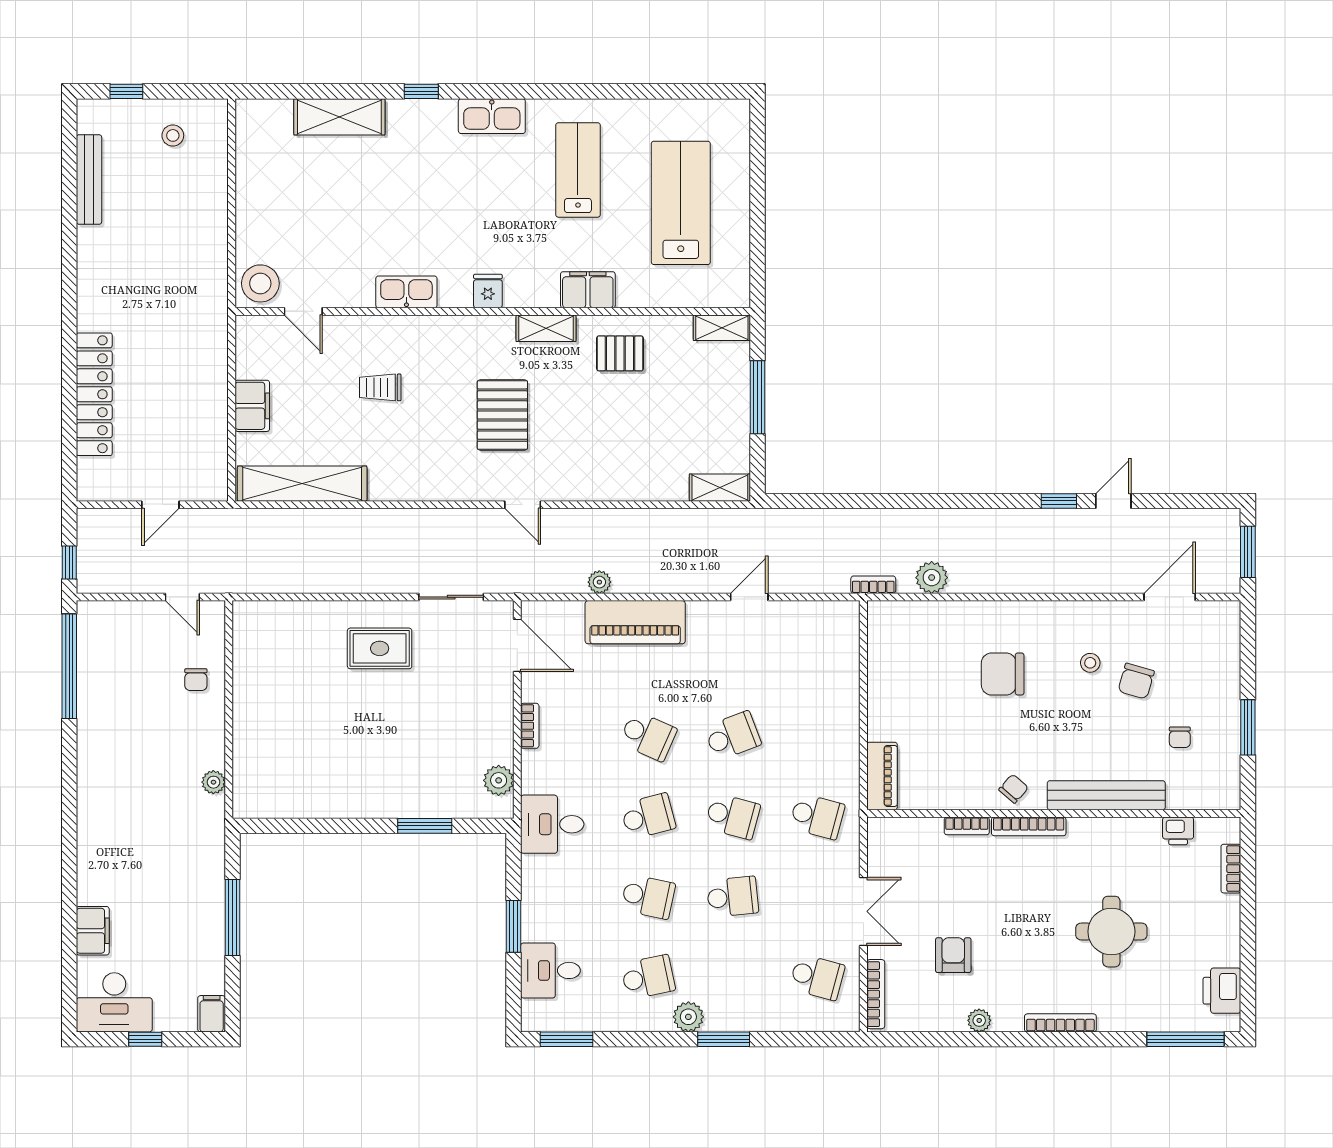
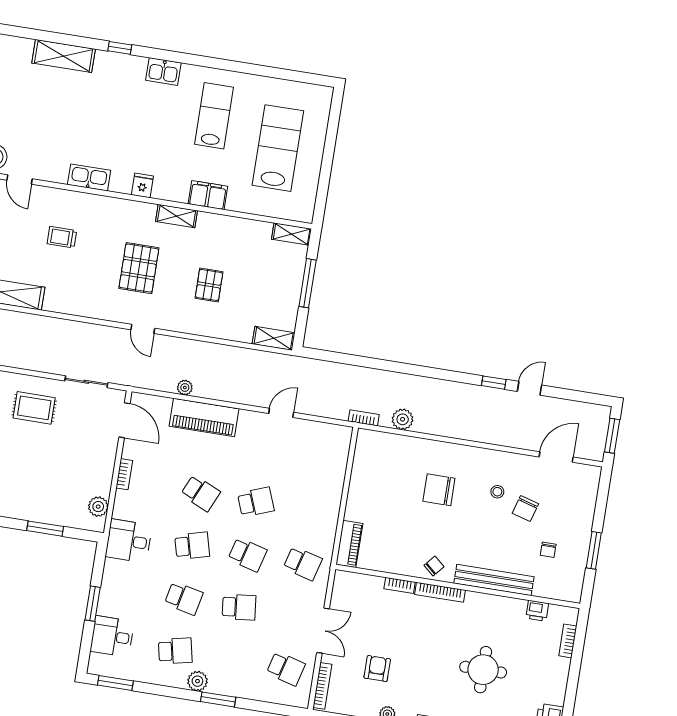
kitchen sink: (492, 116) -> (163, 72), width x0.73
pallet: (620, 353) -> (209, 285), moved, turned 90

